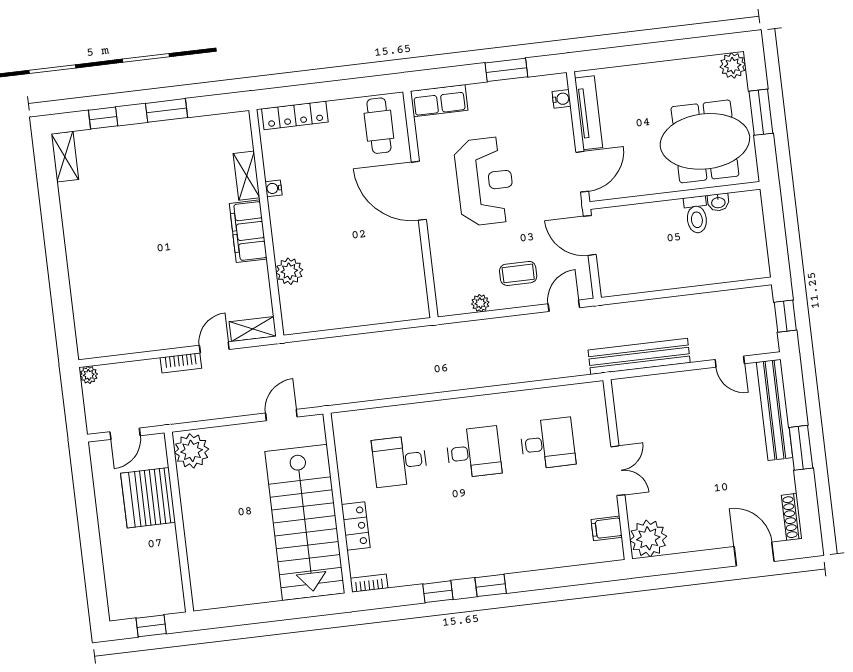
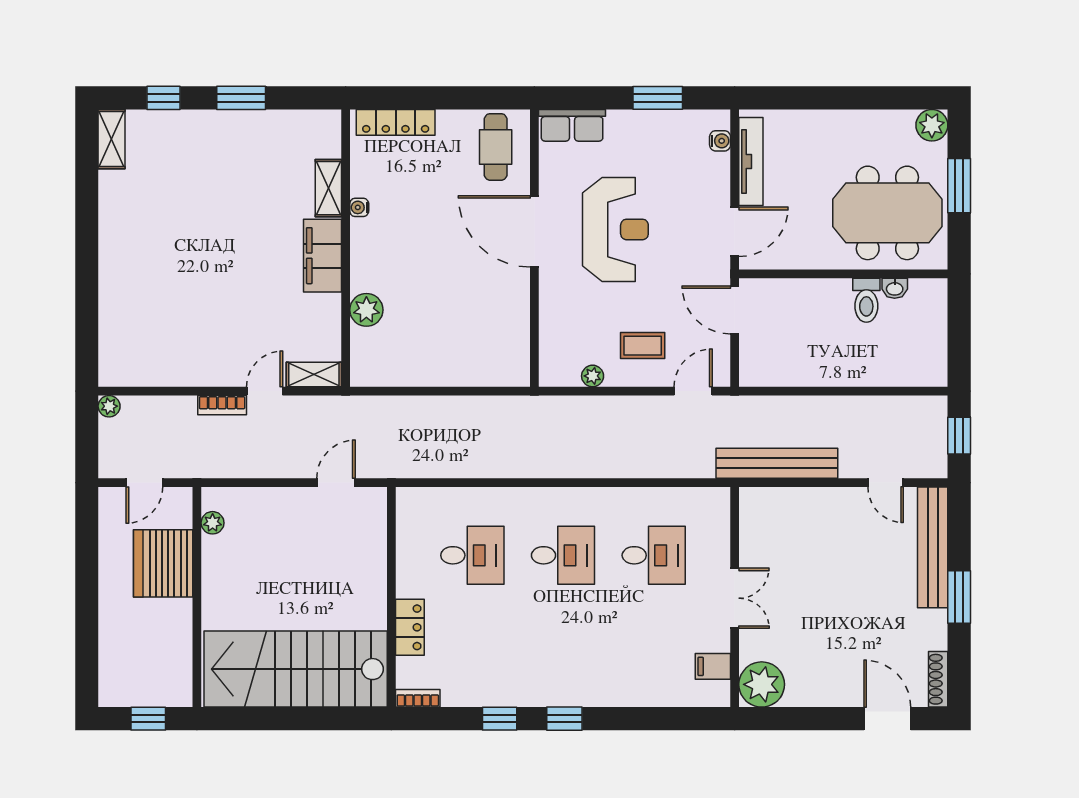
plant: (192, 451) -> (213, 523), width x0.53, depth x0.53
desk: (400, 461) -> (472, 555), turned 180
stairs: (305, 522) -> (296, 669), moved, turned 90

